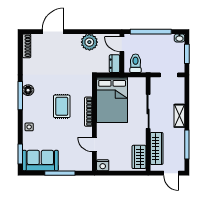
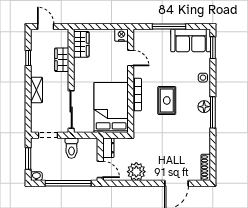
toilet: (136, 63) -> (71, 148), moved
floor lamp: (28, 90) -> (204, 107), moved
sliding door: (148, 111) -> (71, 110), moved
window: (187, 145) -> (28, 58), width x0.46
wardrobe: (157, 148) -> (62, 60), width x0.67

